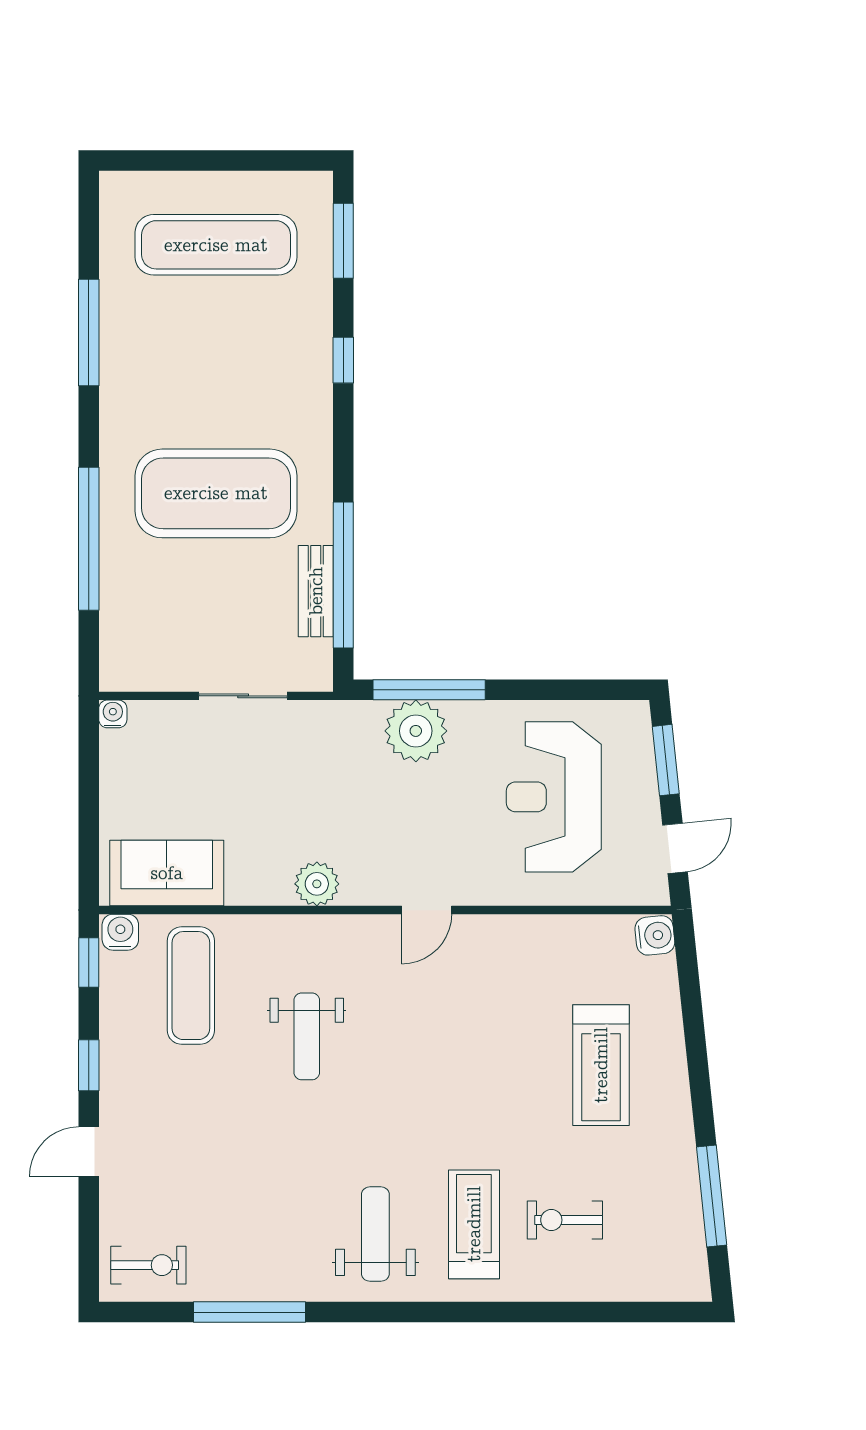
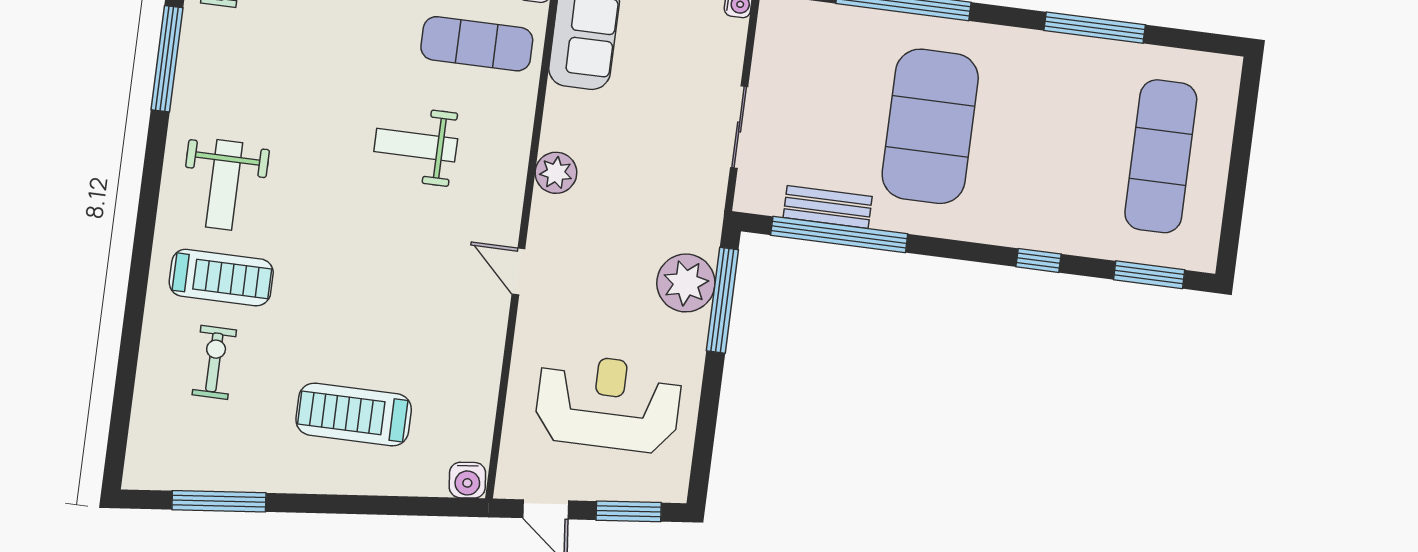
weight bench: (375, 1234) -> (224, 185), turned 90

